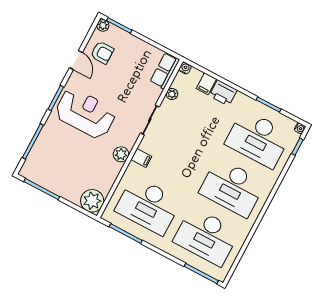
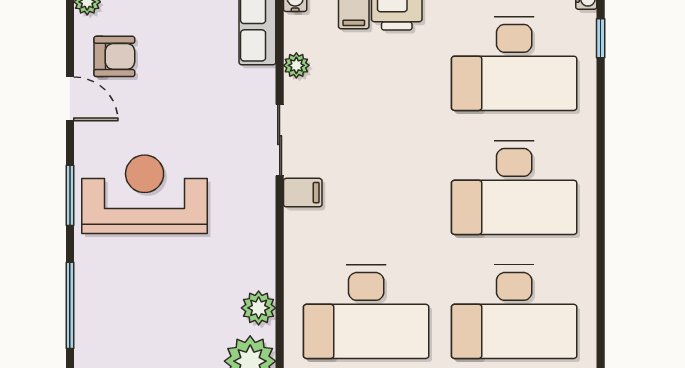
plant: (121, 154) -> (259, 308), moved
filing cabinet: (141, 158) -> (303, 193), moved

